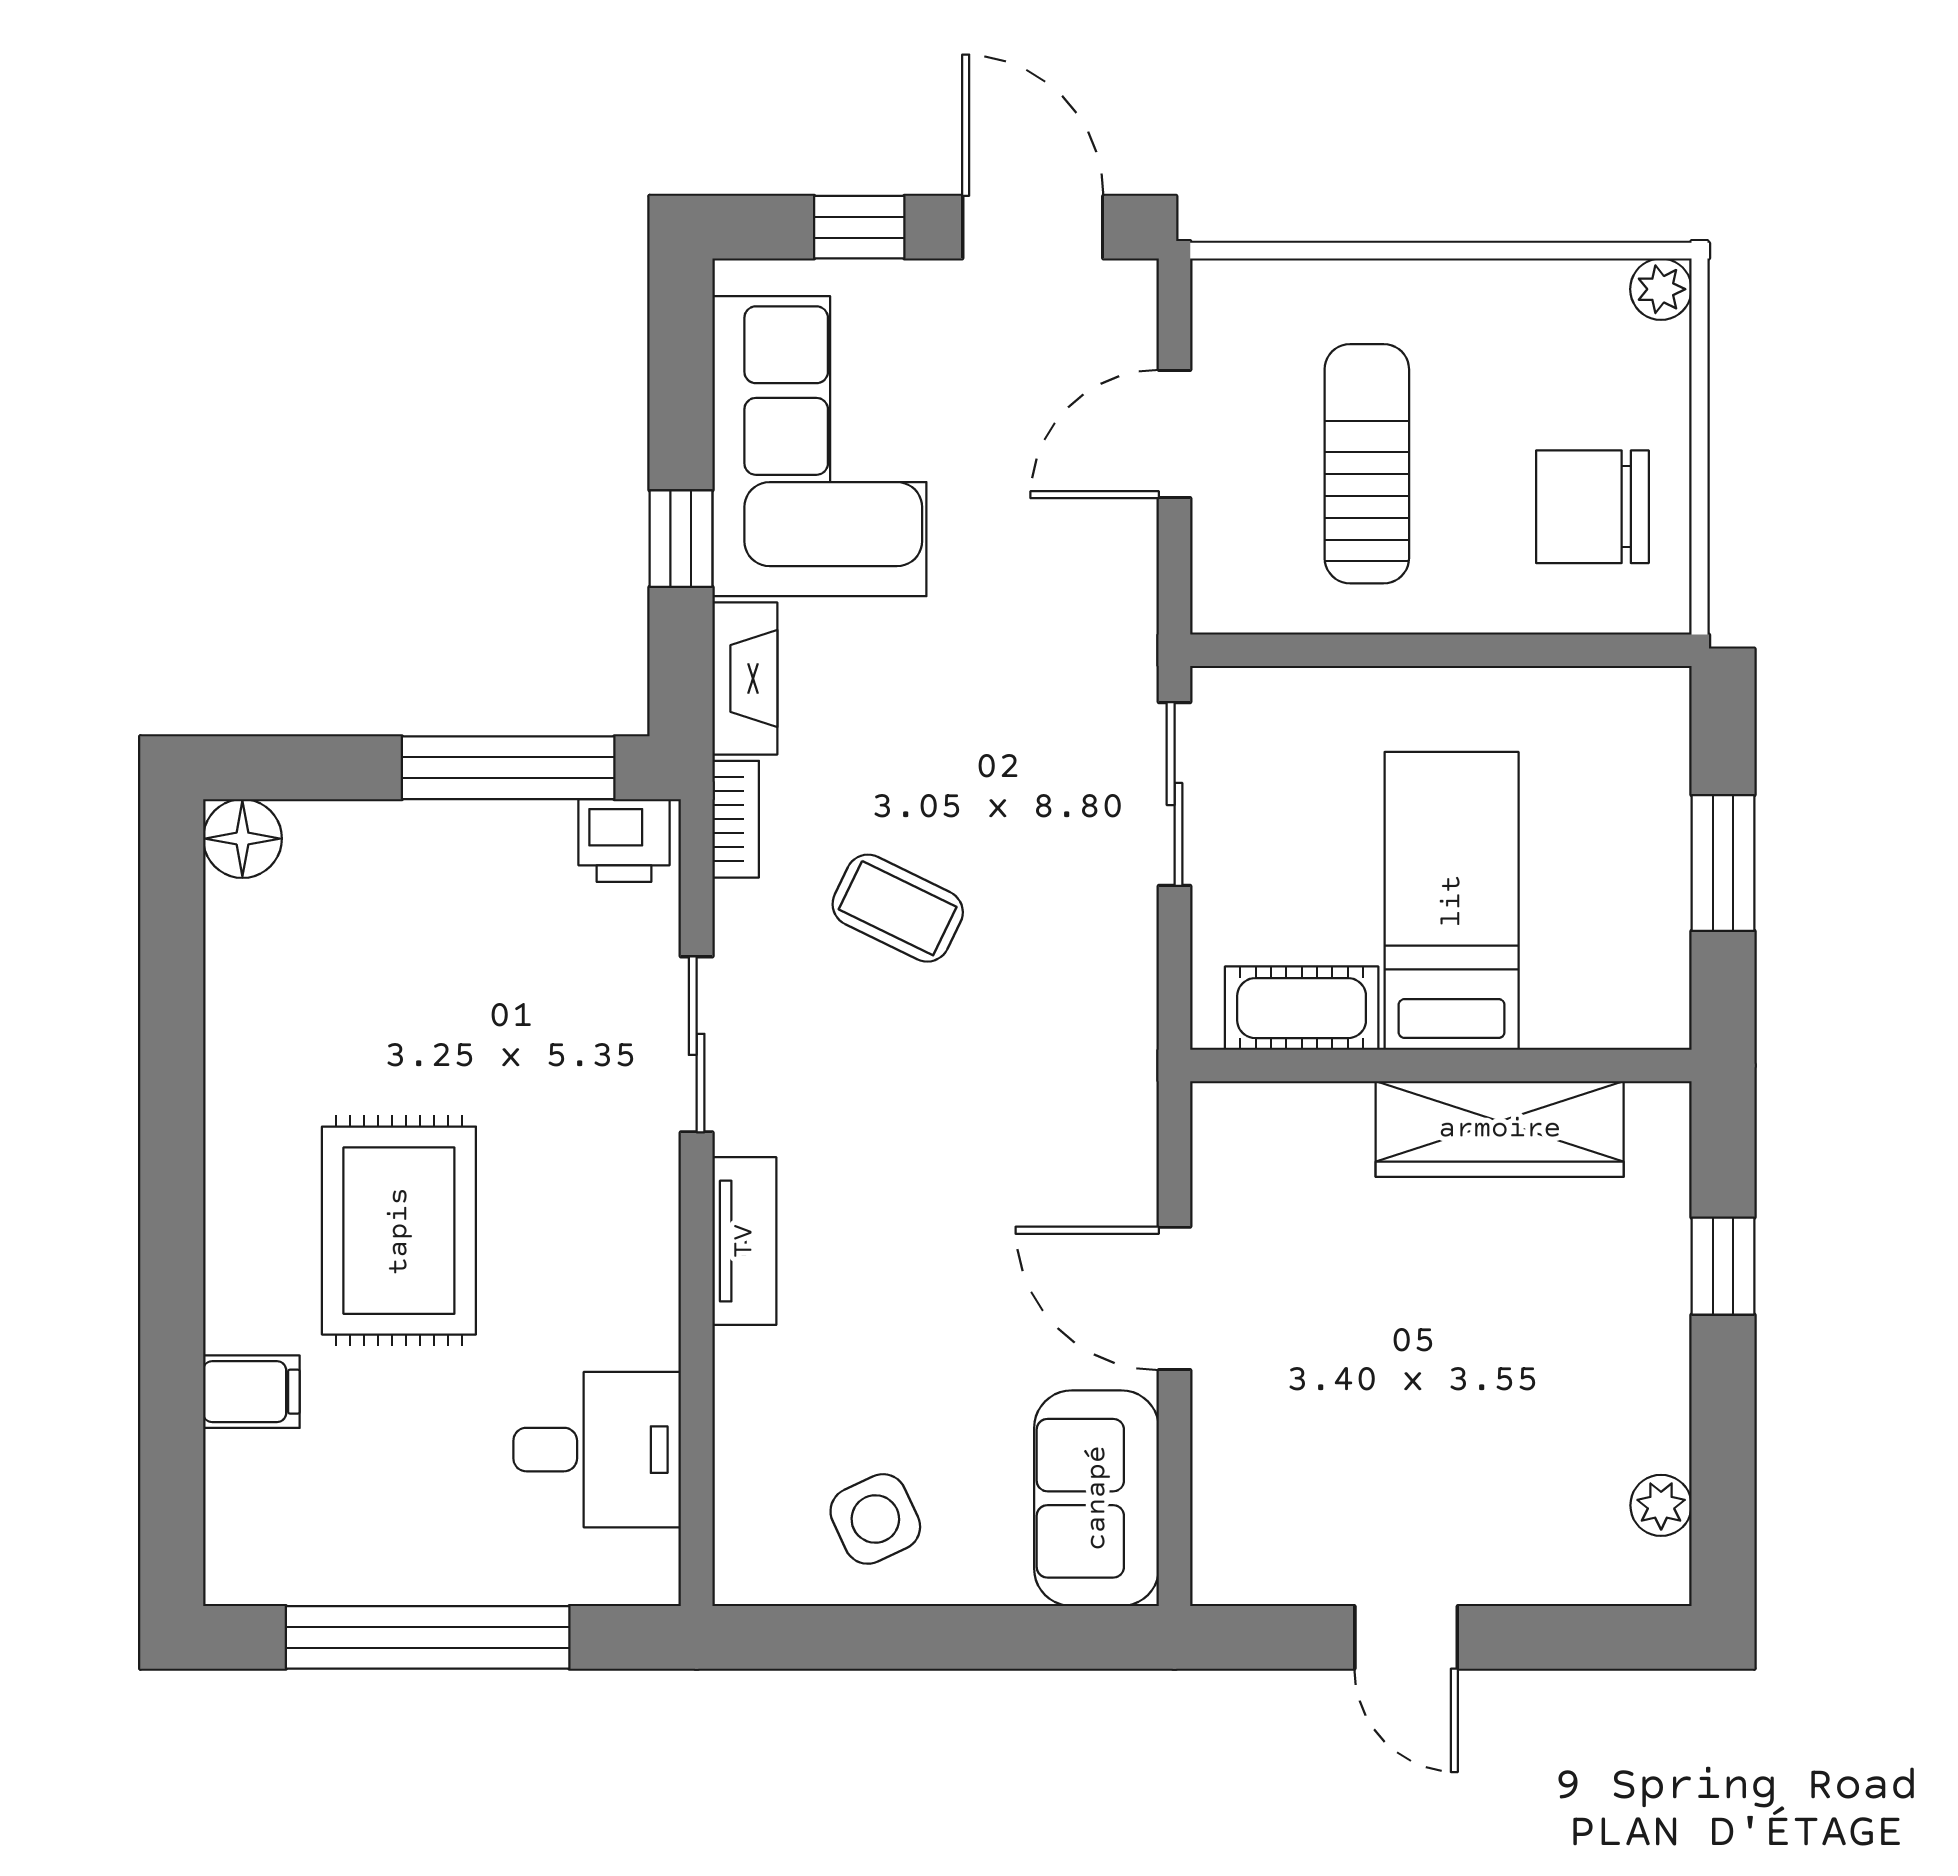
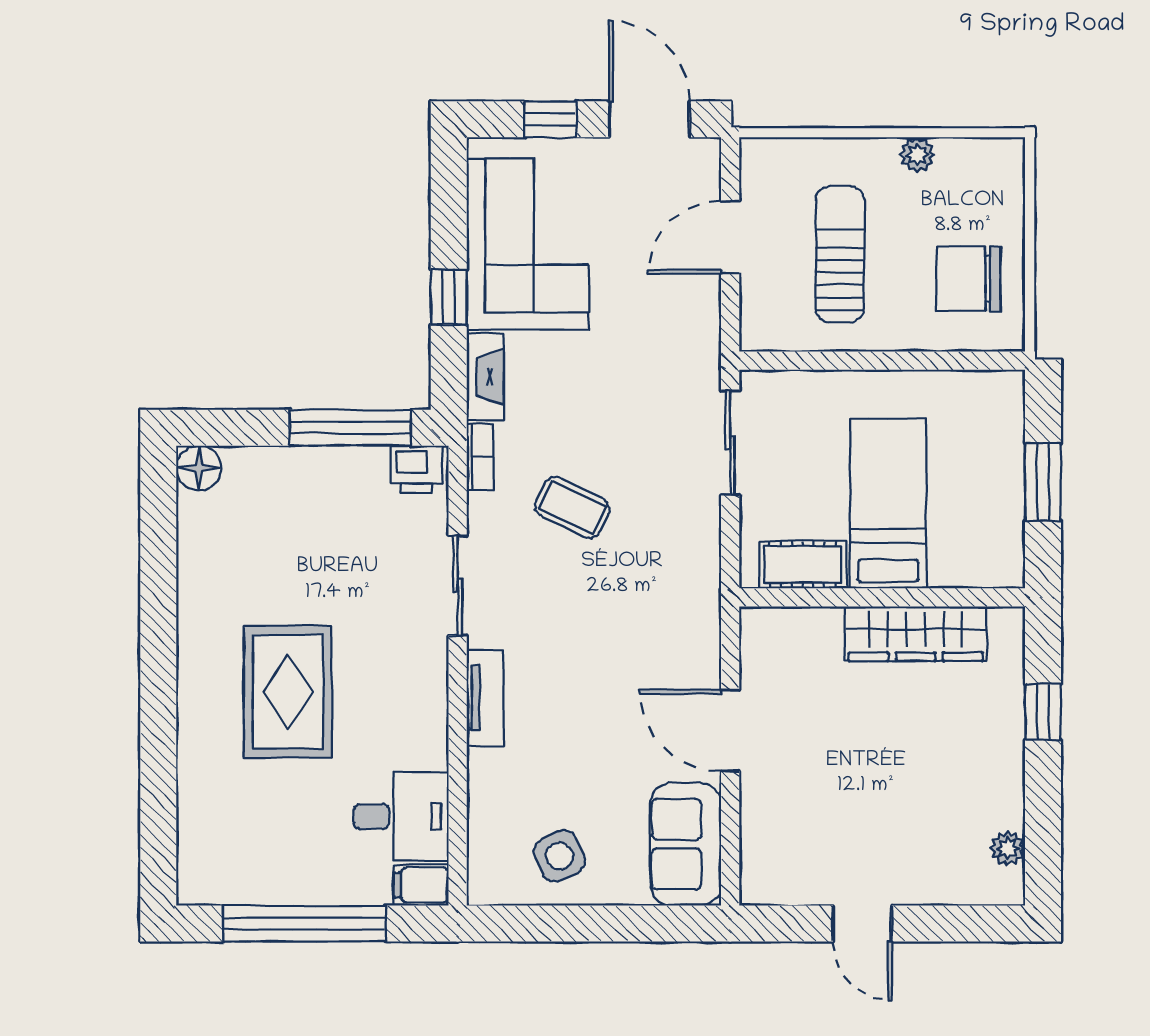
plant: (1661, 289) -> (917, 155), moved
filing cabinet: (251, 1392) -> (421, 885), moved, turned 180

